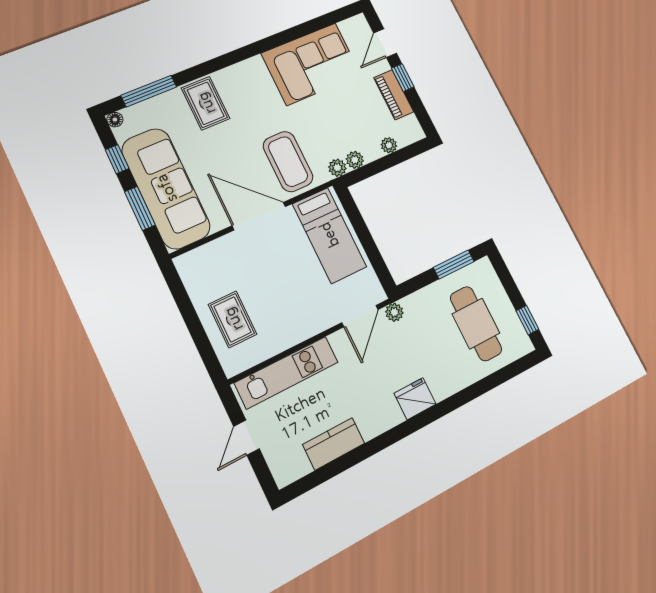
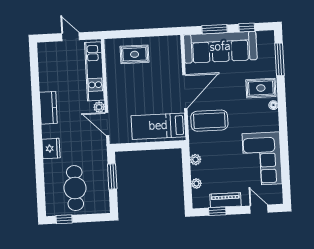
window: (403, 78) -> (217, 211), moved
floor lamp: (115, 120) -> (273, 105), moved
plant: (337, 168) -> (195, 147), removed
window: (454, 264) -> (112, 177), moved
plant: (394, 312) -> (99, 107), moved
cafe table: (476, 324) -> (75, 188), turned 90
fridge: (415, 399) -> (51, 148), moved
kitchen counter: (334, 444) -> (48, 108), moved

